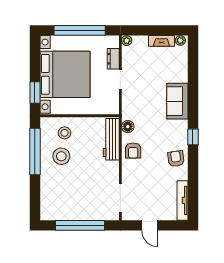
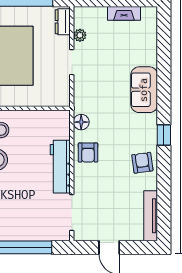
plant: (180, 40) -> (148, 13), removed
plant: (127, 41) -> (80, 35), moved
dresser: (113, 59) -> (63, 22), moved
workbench: (111, 139) -> (60, 167), moved

